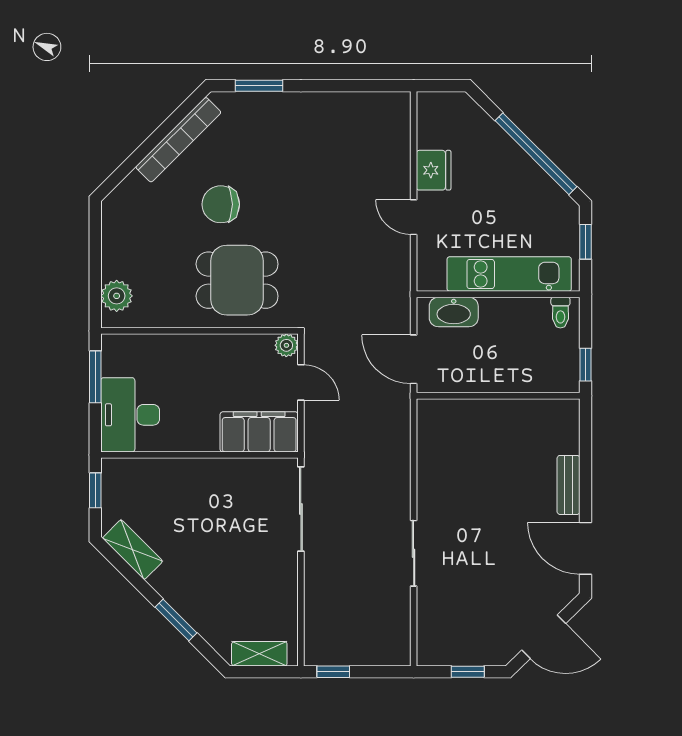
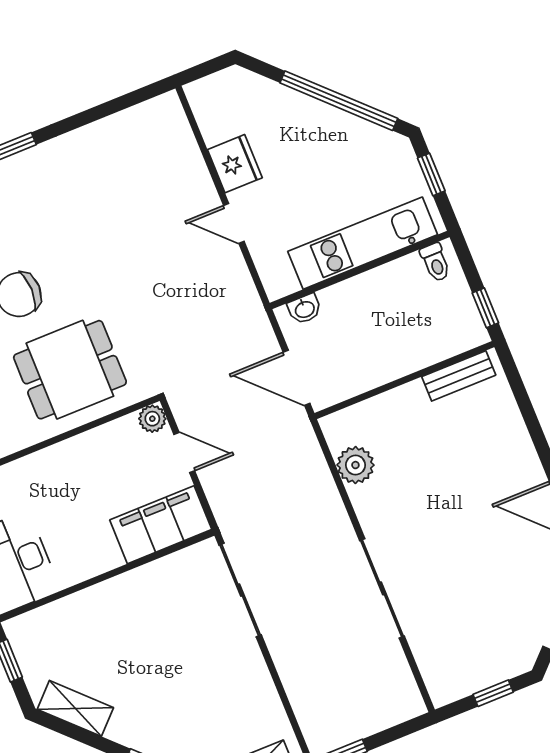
washbasin: (454, 312) -> (305, 309), width x0.52, depth x0.69
plant: (432, 447) -> (355, 465), added
bench: (568, 485) -> (459, 376), moved, turned 90
sliding door: (414, 553) -> (382, 588), width x1.37

